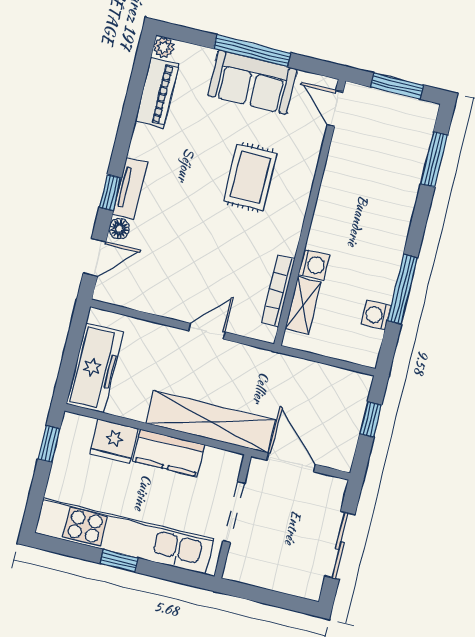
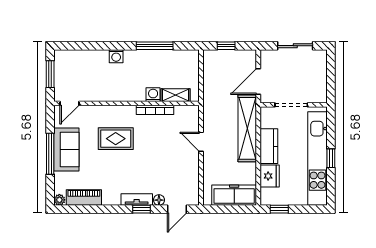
window: (434, 159) -> (83, 46), removed
door: (94, 257) -> (177, 209), swing flipped
bookcase: (278, 291) -> (155, 110), moved
washing machine: (376, 315) -> (116, 56), moved

